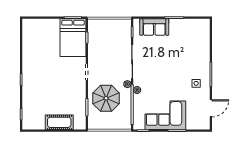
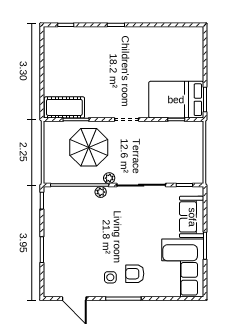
armchair: (194, 66) -> (135, 274), added
corner sofa: (165, 115) -> (183, 268), moved, turned 180
cot: (59, 122) -> (64, 107), moved, turned 90

